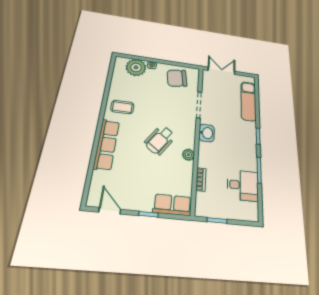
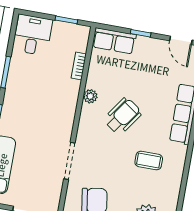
coffee table: (122, 107) -> (149, 161), moved
washbasin: (207, 133) -> (65, 122), removed
desk: (243, 185) -> (33, 35), moved, turned 90

